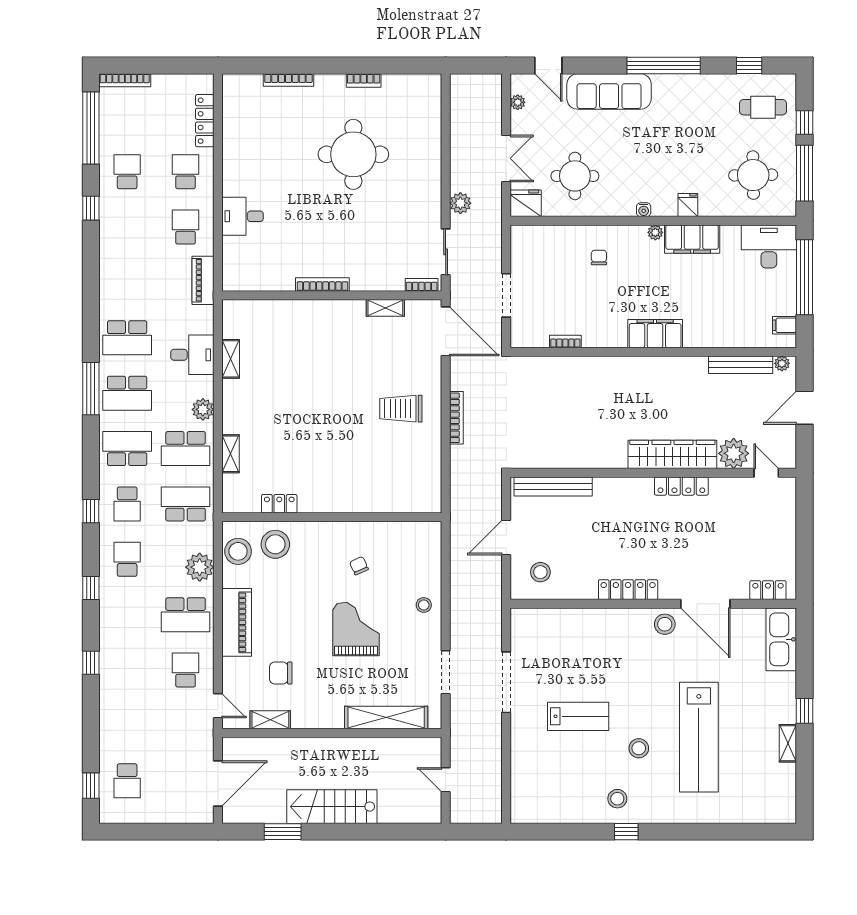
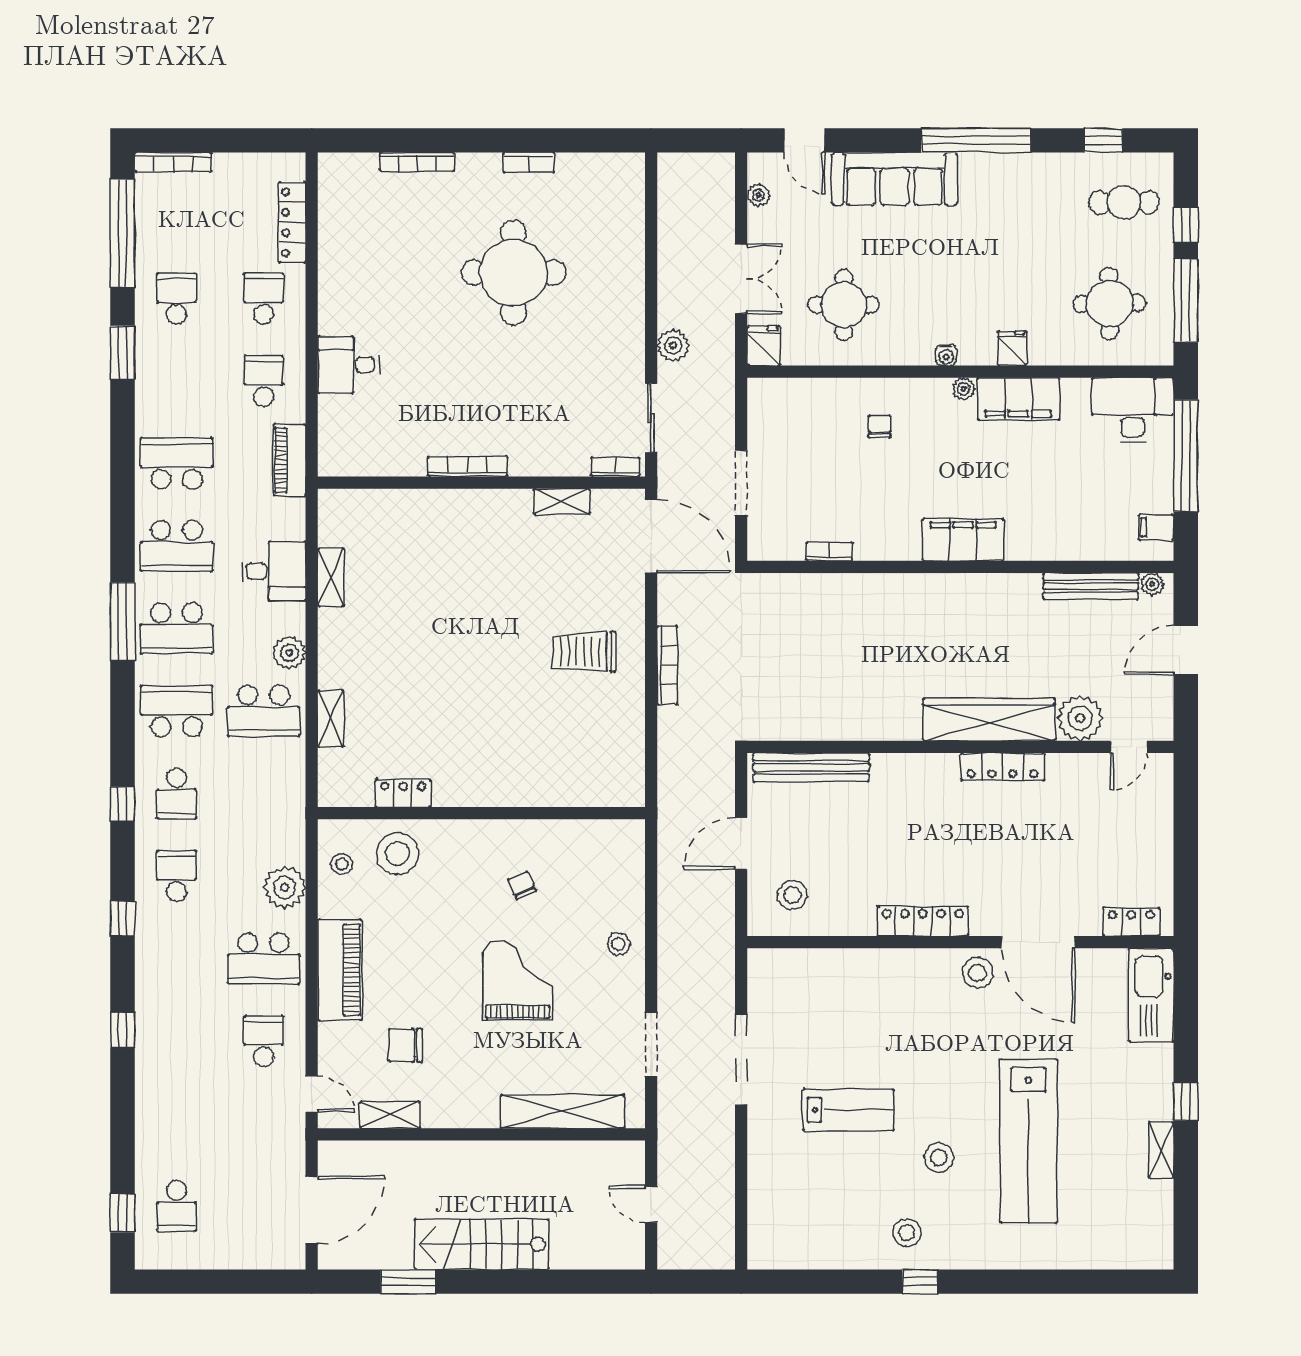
fridge: (526, 203) -> (764, 346), width x0.72
window: (91, 208) -> (122, 353), width x1.50
door: (766, 473) -> (1129, 747), swing flipped
school desk: (186, 504) -> (177, 463), moved
stool: (238, 551) -> (342, 864), width x0.53, depth x0.53

